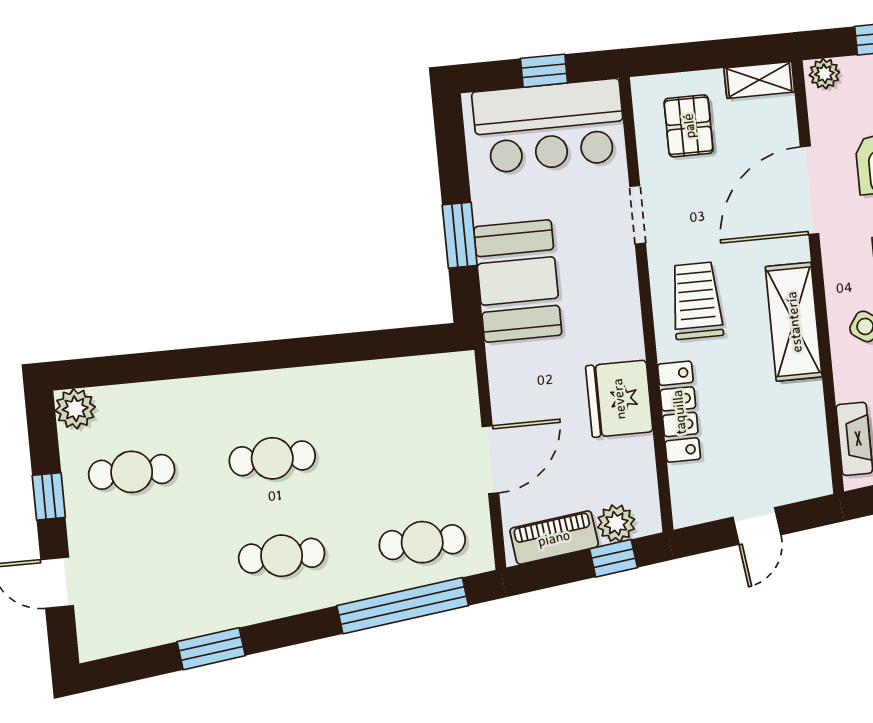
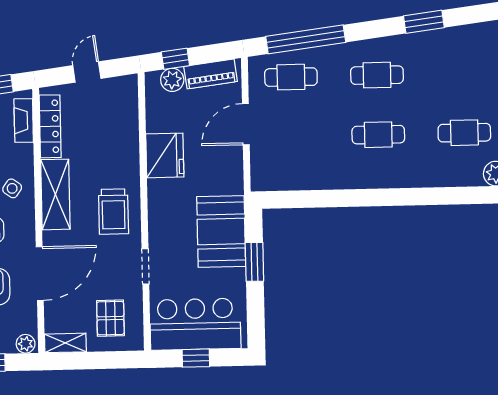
locker: (679, 412) -> (50, 126), moved, turned 180

